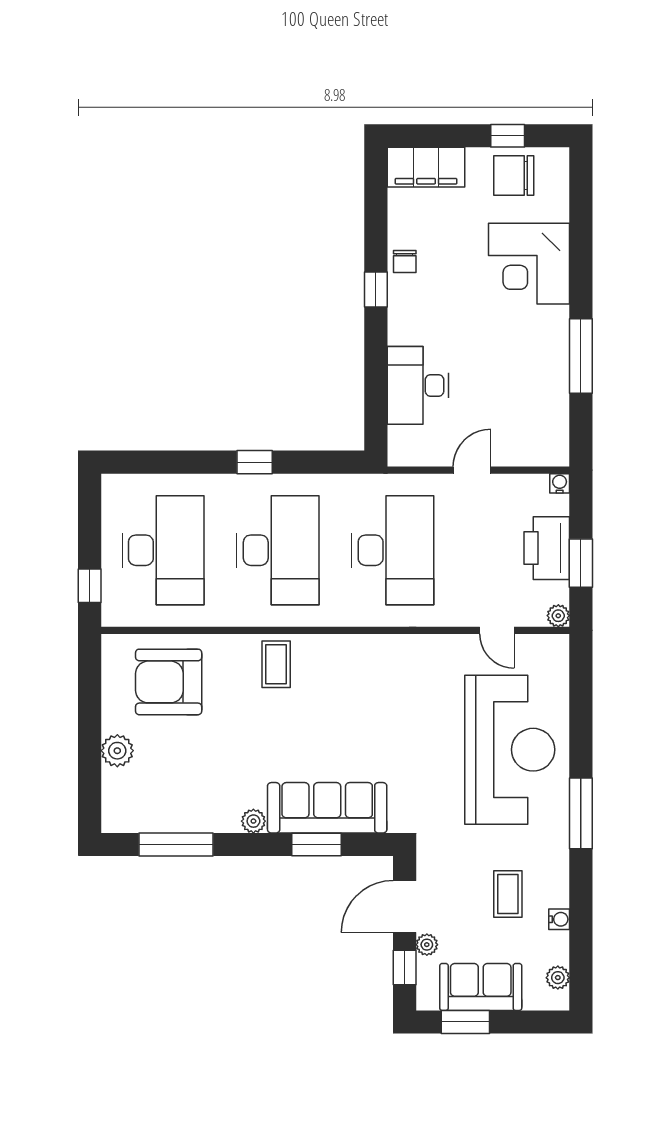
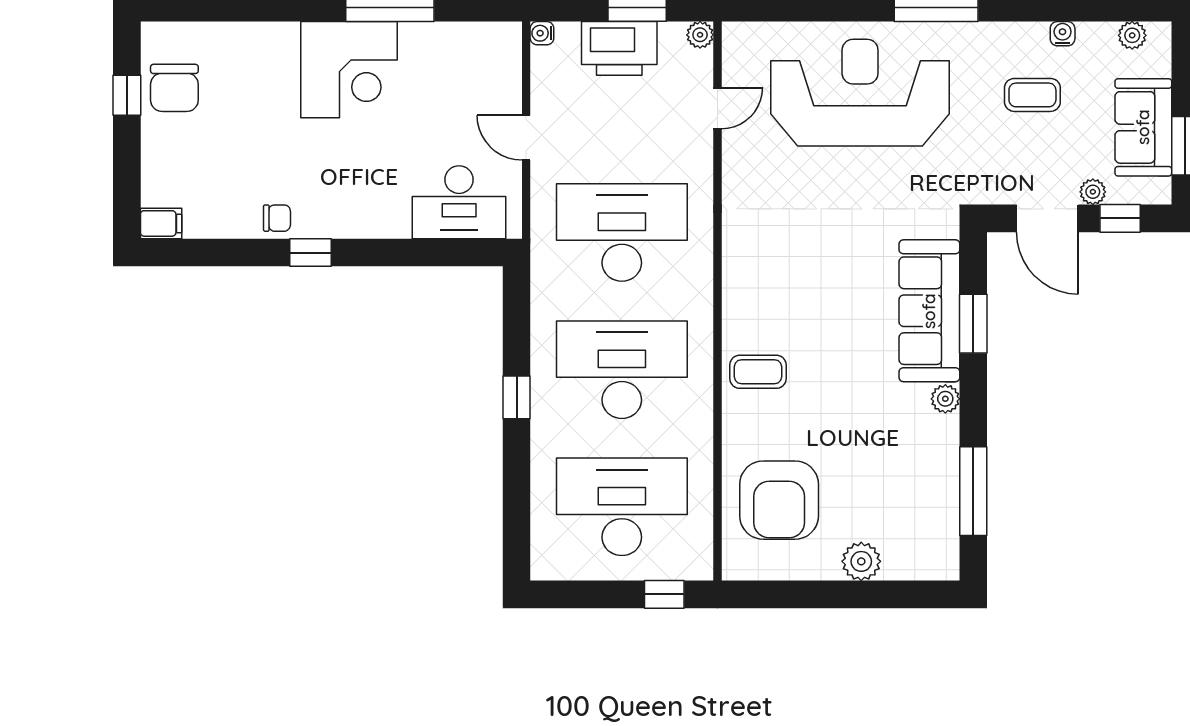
filing cabinet: (426, 167) -> (161, 223), width x0.33, depth x0.86
corner desk: (529, 264) -> (349, 70), moved
desk: (418, 385) -> (459, 202), moved

